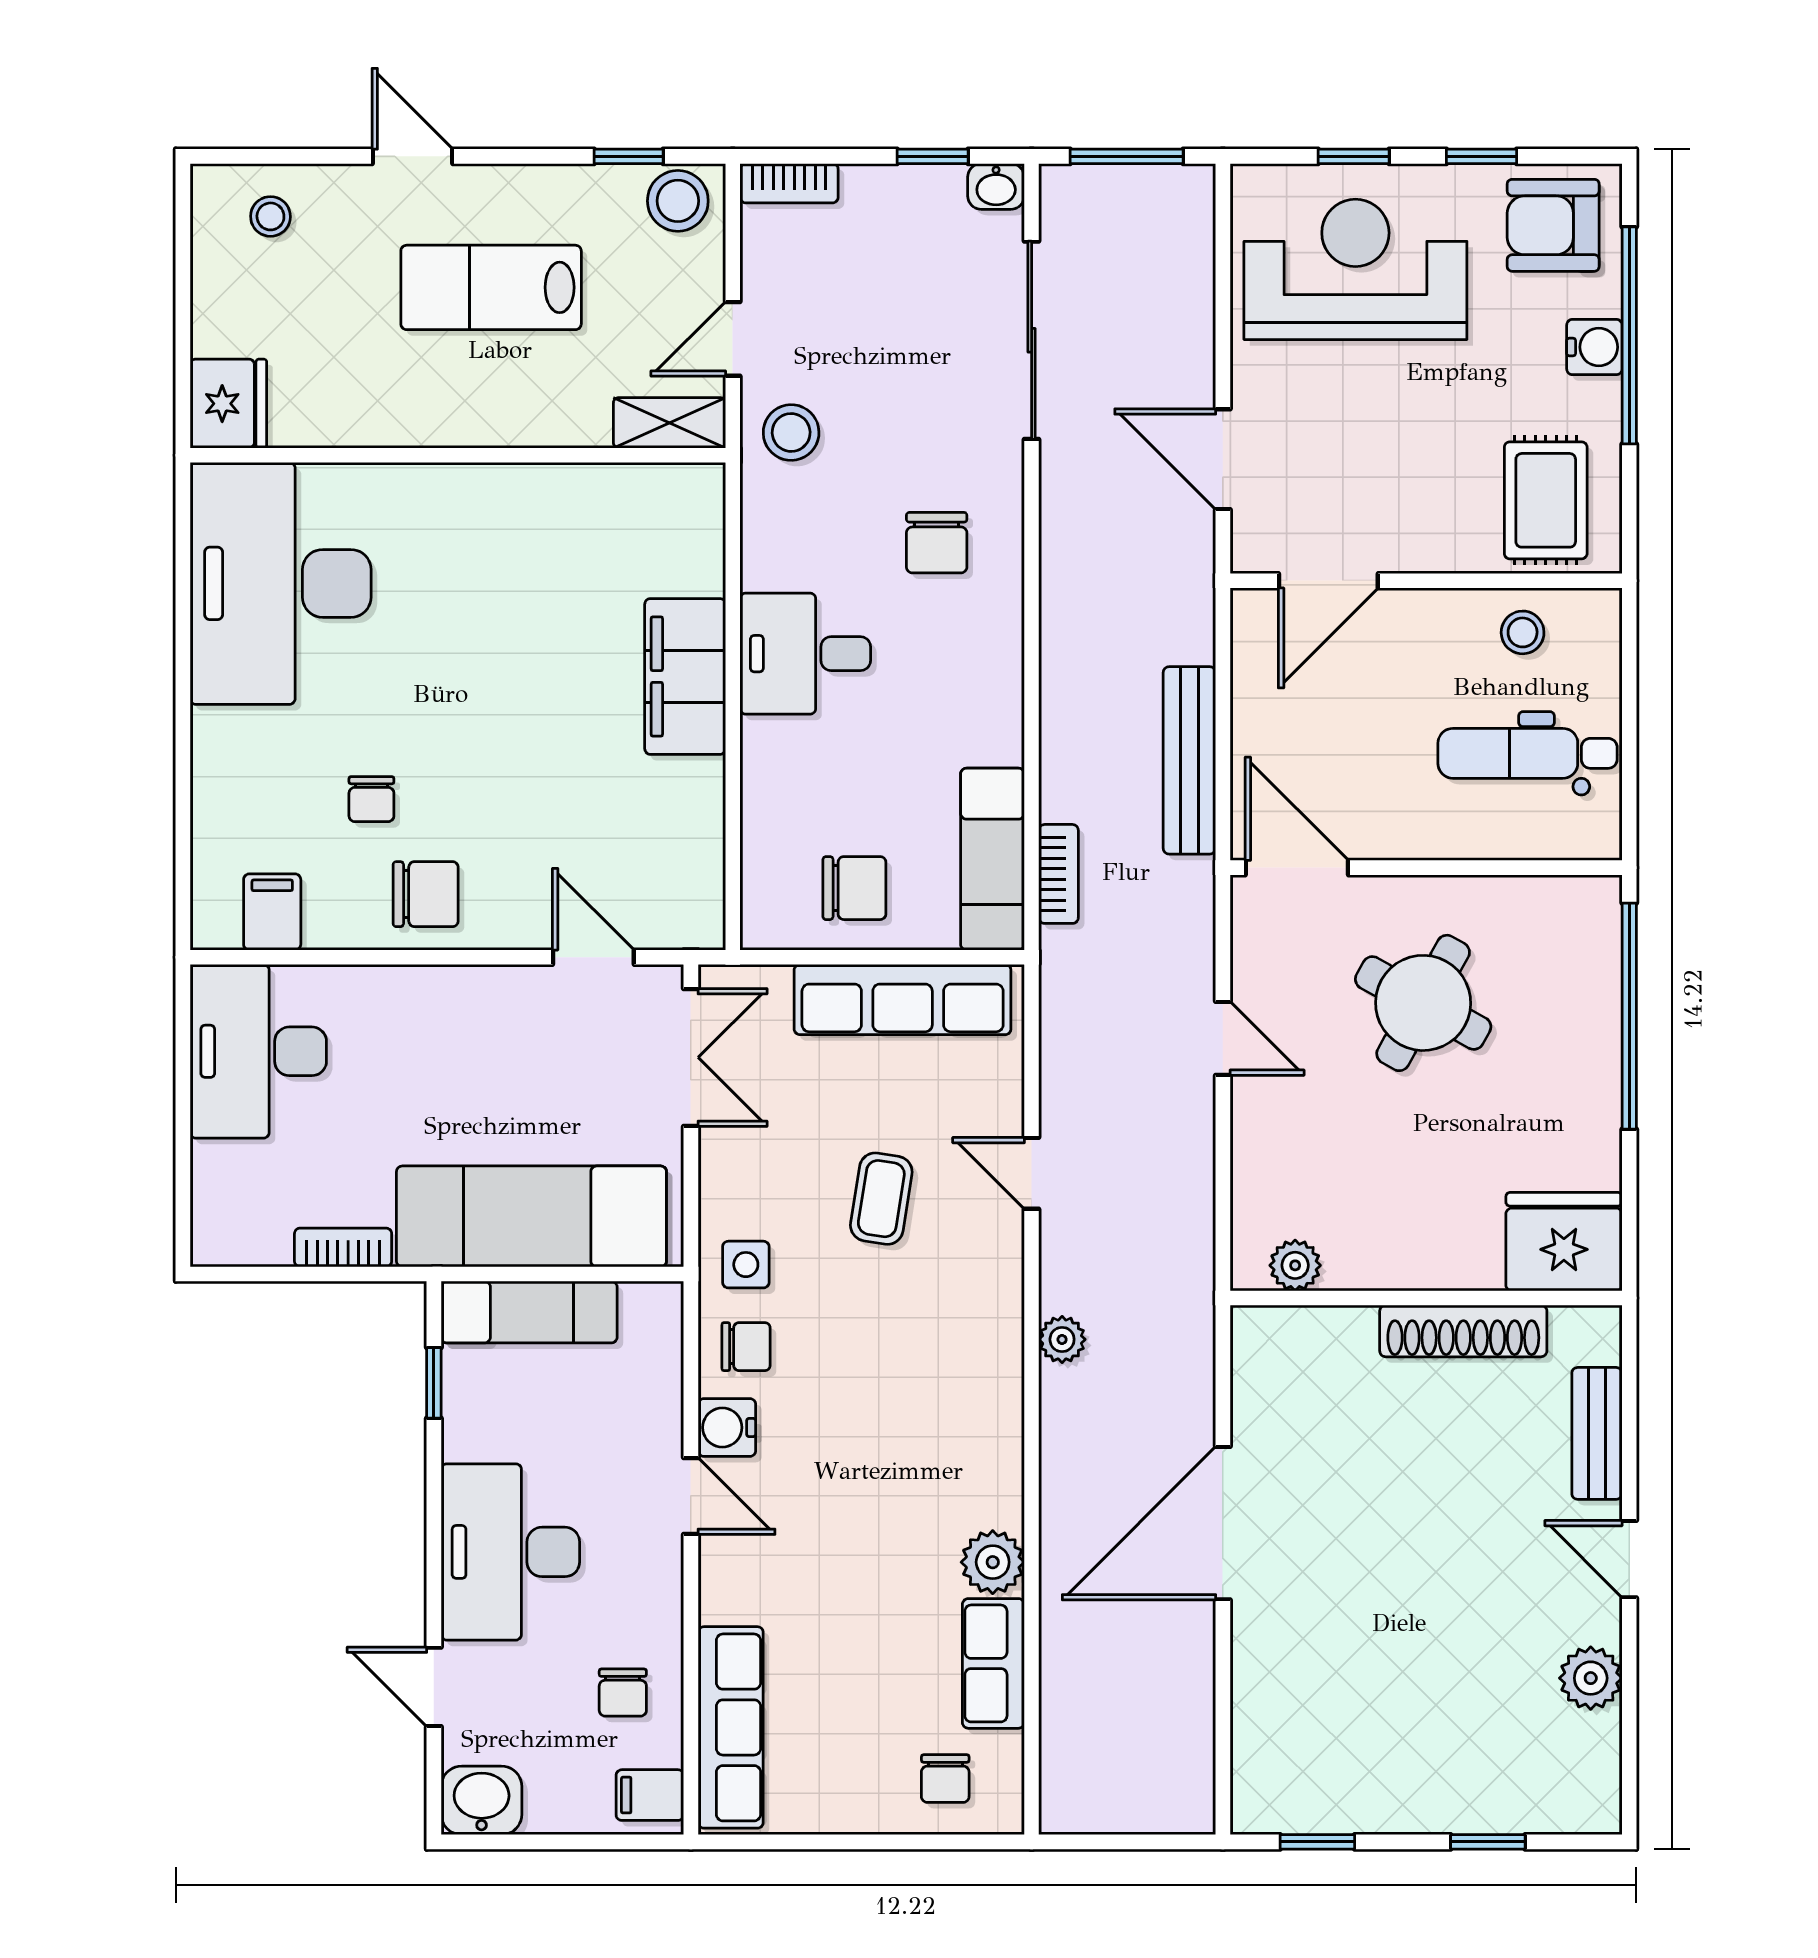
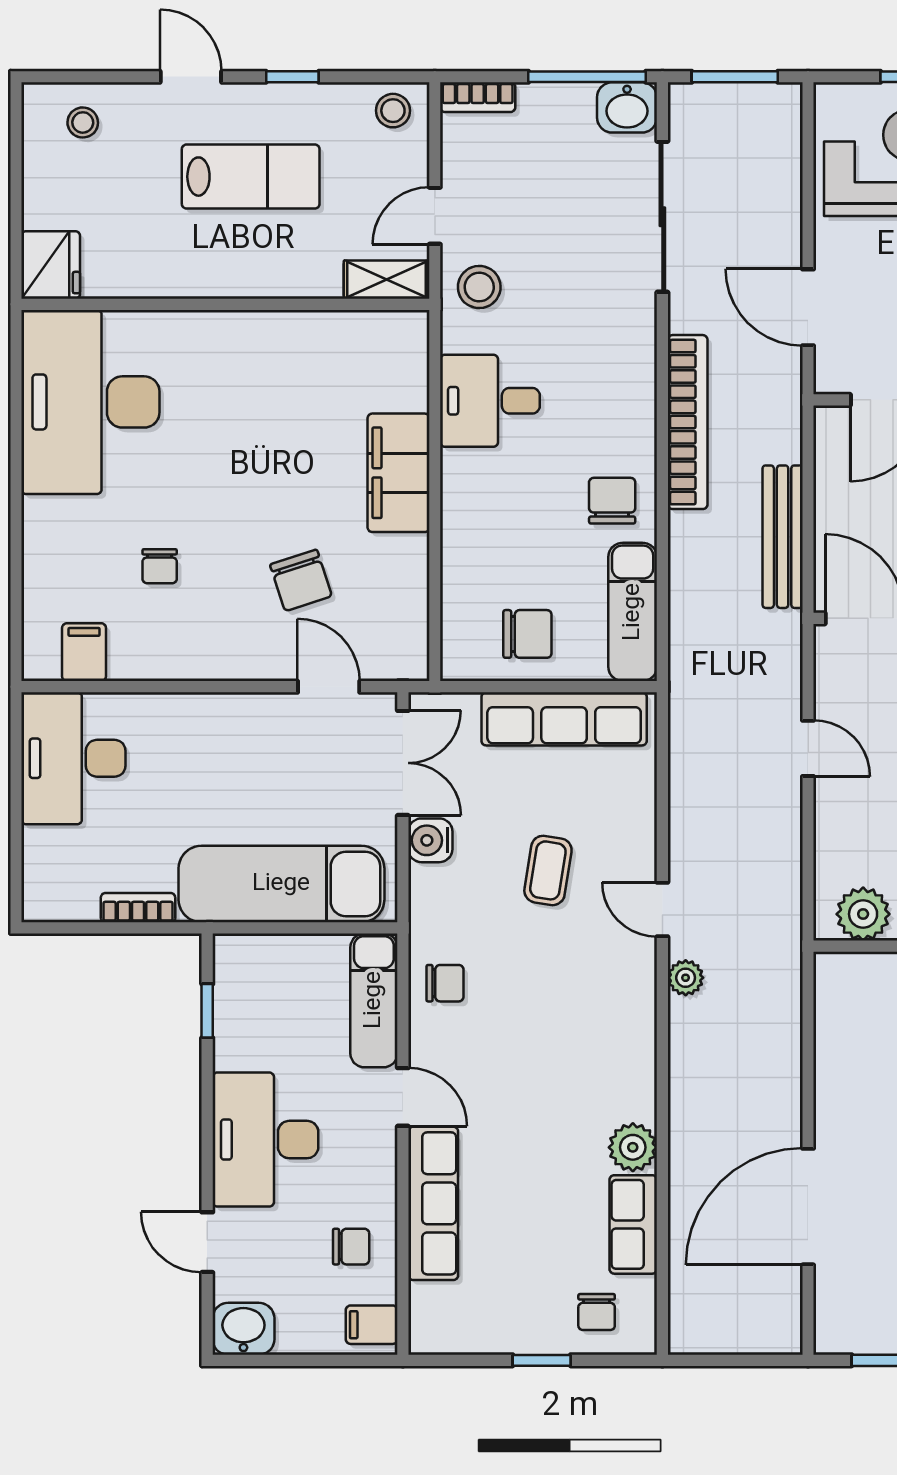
window: (629, 156) -> (292, 77), moved
window: (933, 156) -> (587, 77), width x2.17
washbasin: (996, 186) -> (627, 107), width x1.38, depth x1.45
stool: (678, 201) -> (393, 111), width x0.73, depth x0.73
lab bench: (491, 287) -> (251, 177), turned 180
chair: (937, 543) -> (612, 501), moved, turned 180
desk: (805, 654) -> (490, 401), moved
bookcase: (1059, 874) -> (688, 422), moved, width x2.31, depth x1.31
chair: (426, 894) -> (301, 580), moved, turned 72
door: (1032, 1173) -> (662, 909), moved
side table: (746, 1265) -> (445, 921), removed
plant: (1295, 1265) -> (863, 914), width x1.38, depth x1.38
exam couch: (529, 1312) -> (374, 1000), moved, turned 90
water cooler: (727, 1427) -> (430, 840), moved
door: (1223, 1523) -> (808, 1207), moved
chair: (623, 1693) -> (351, 1247), turned -90
row of seats: (731, 1727) -> (433, 1203), moved
window: (873, 1842) -> (542, 1360), added

